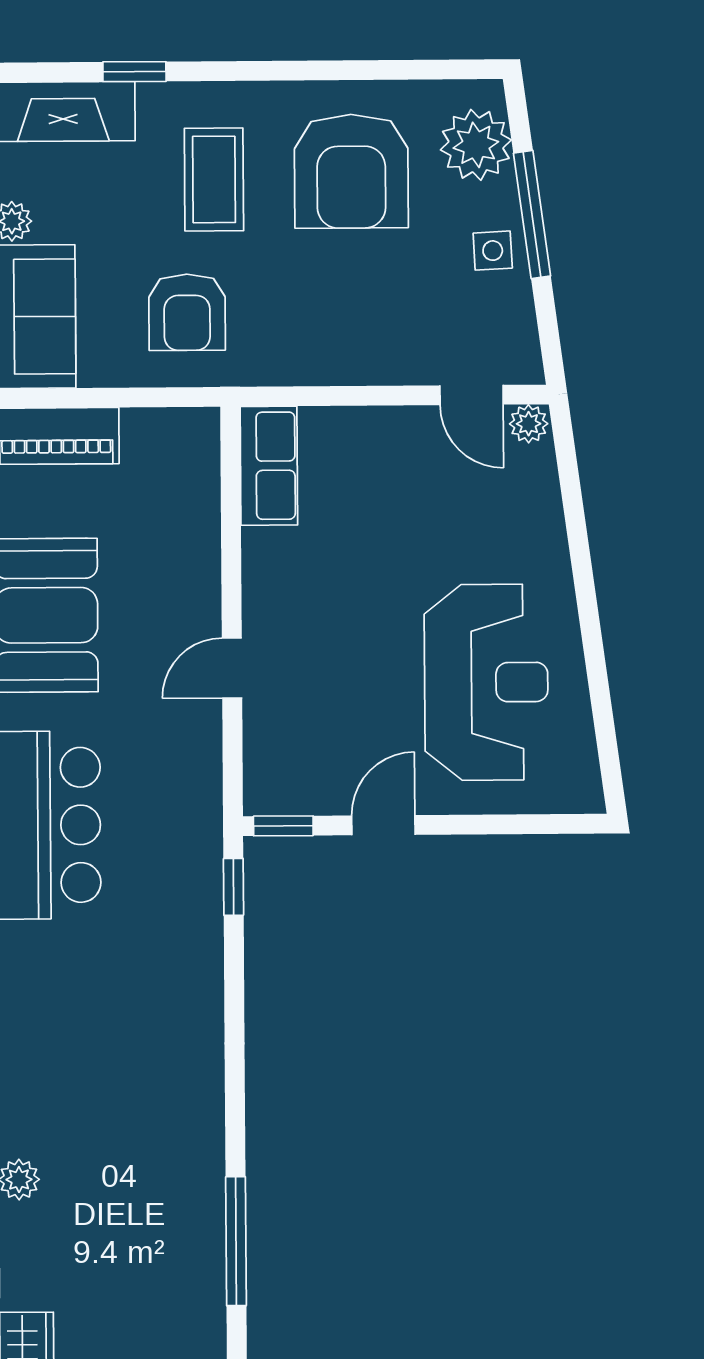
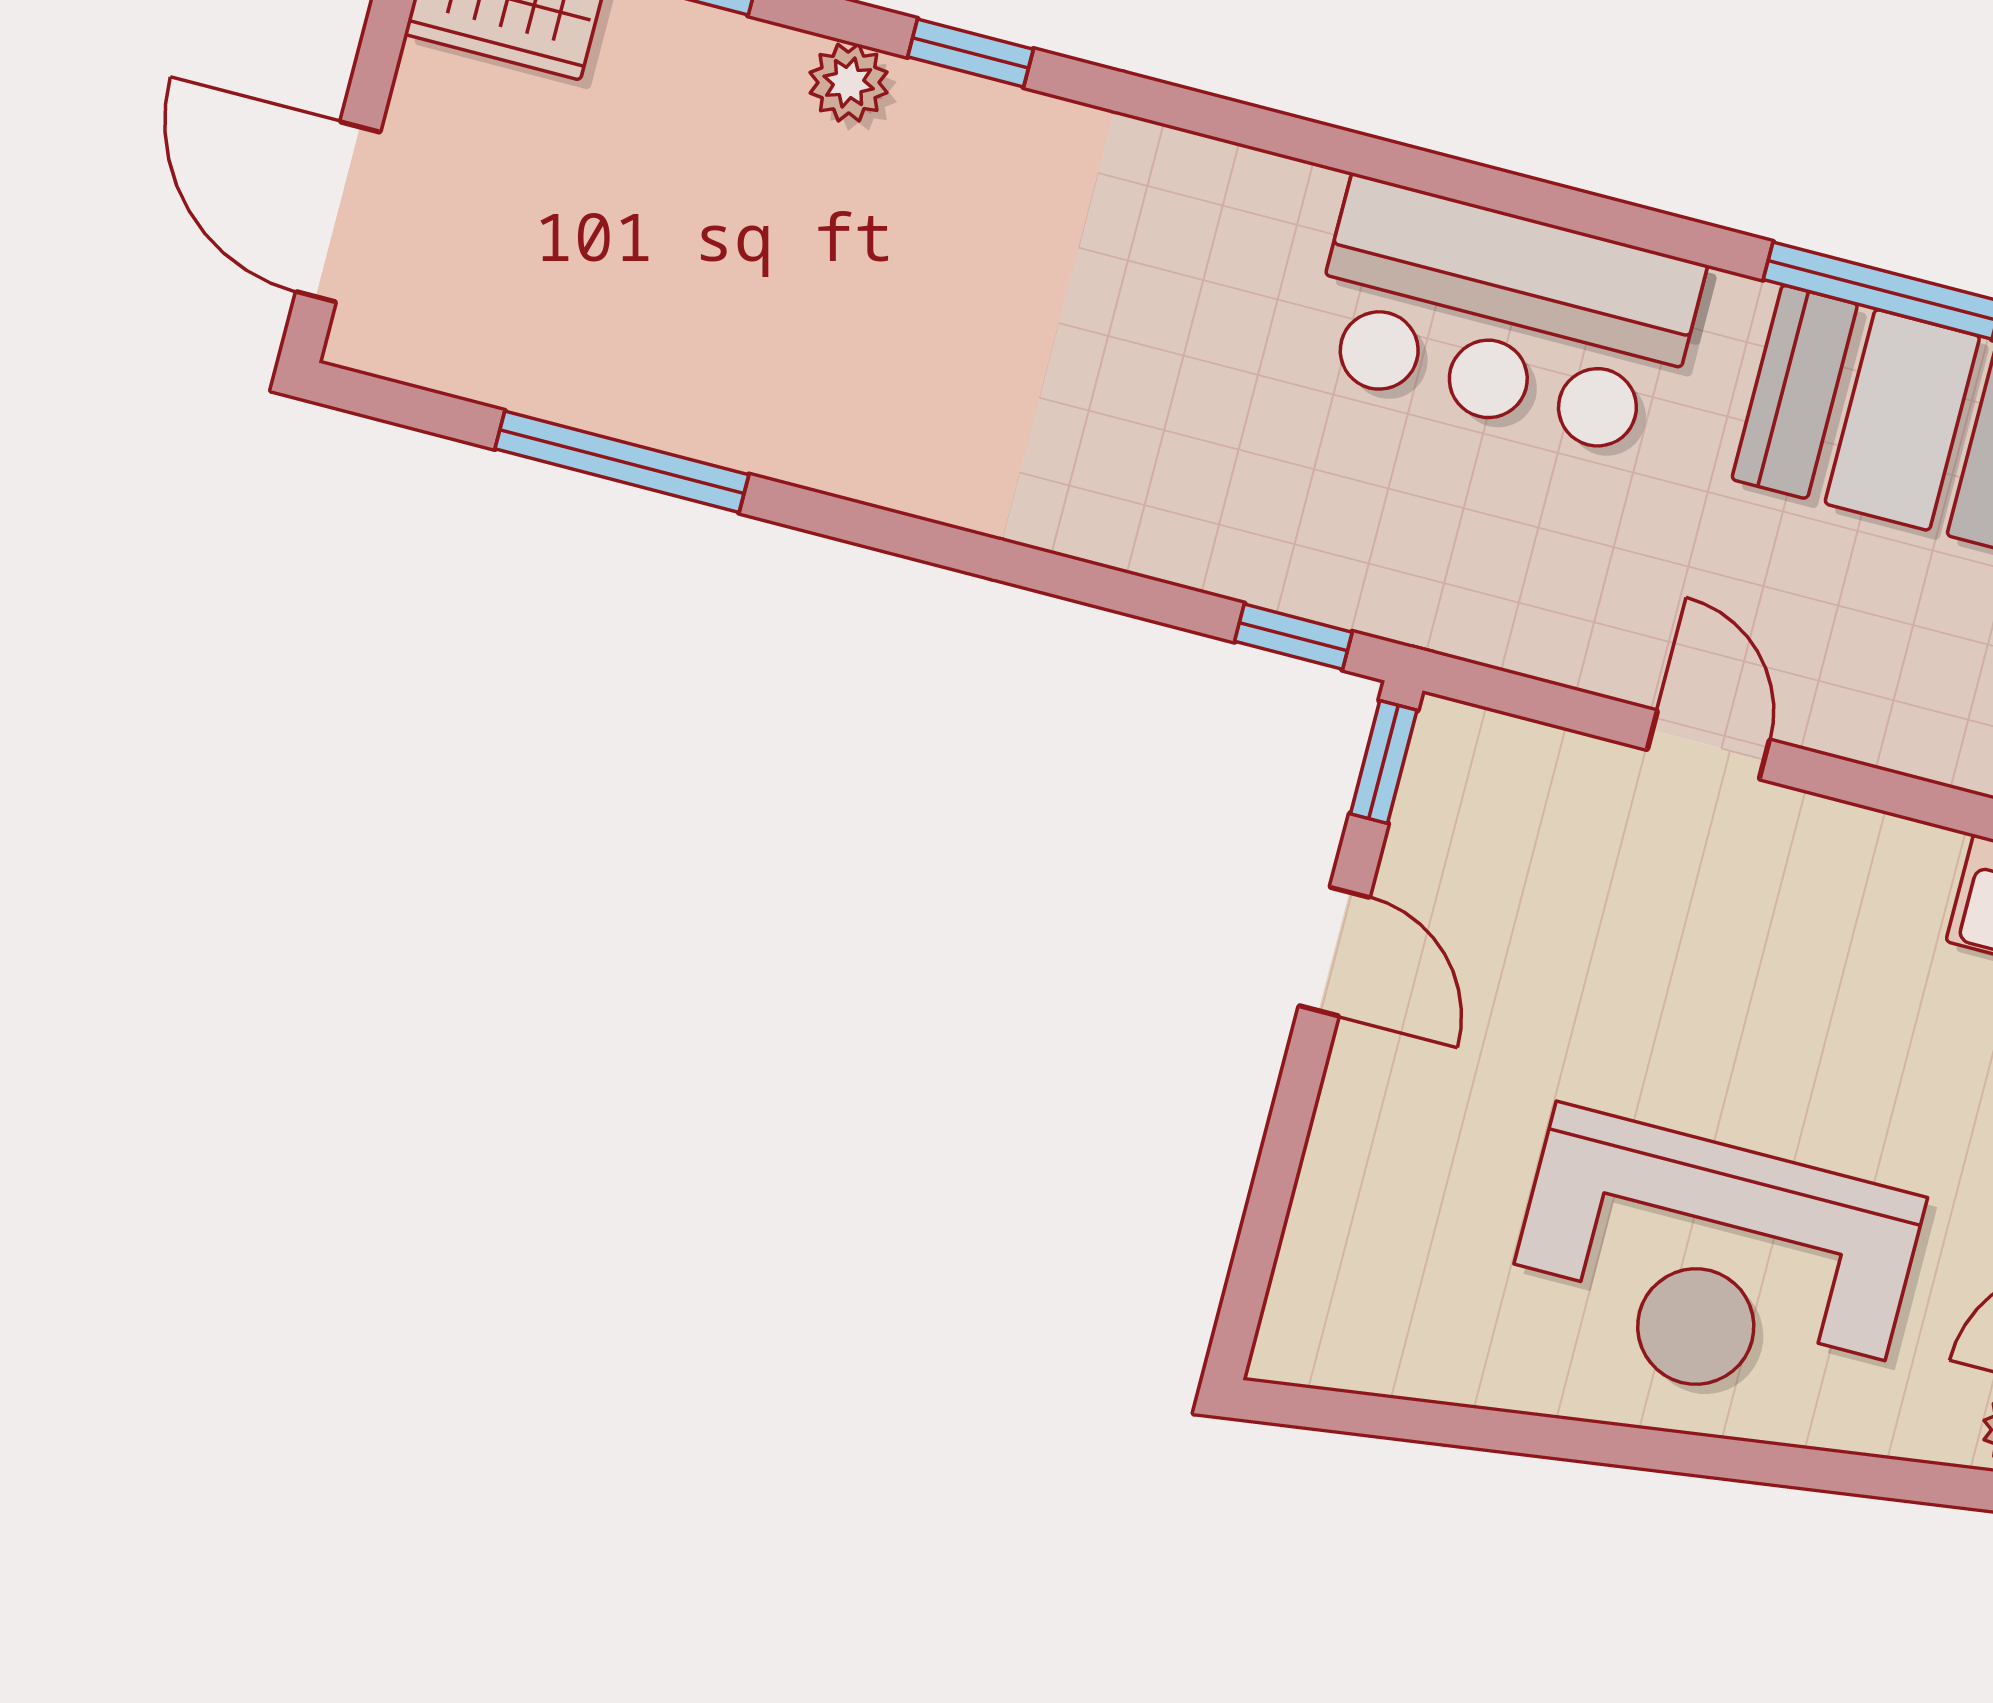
reception desk: (486, 682) -> (1712, 1266), moved

